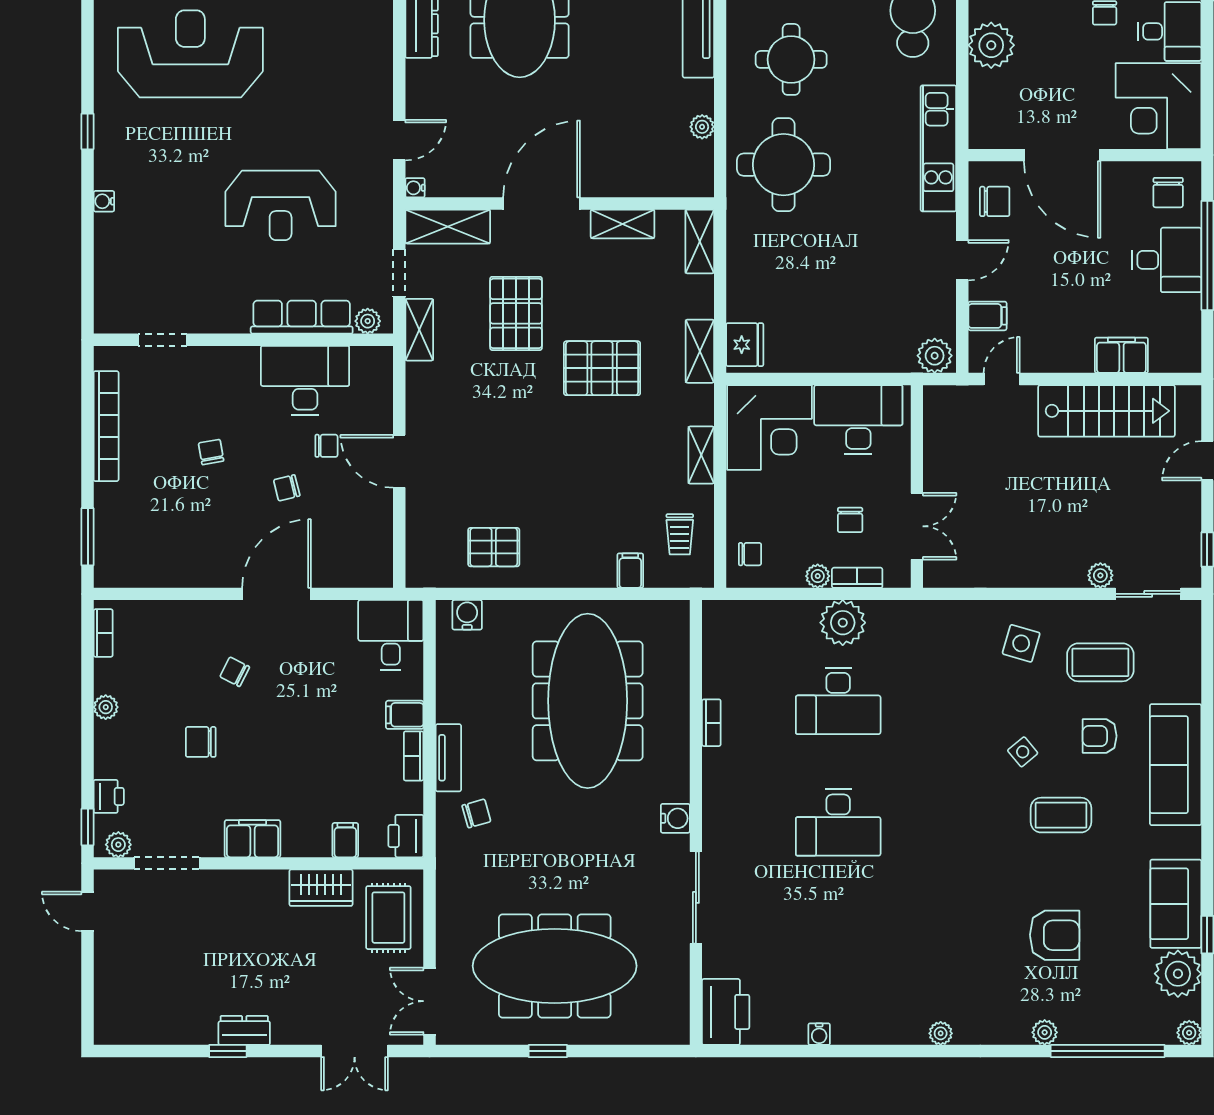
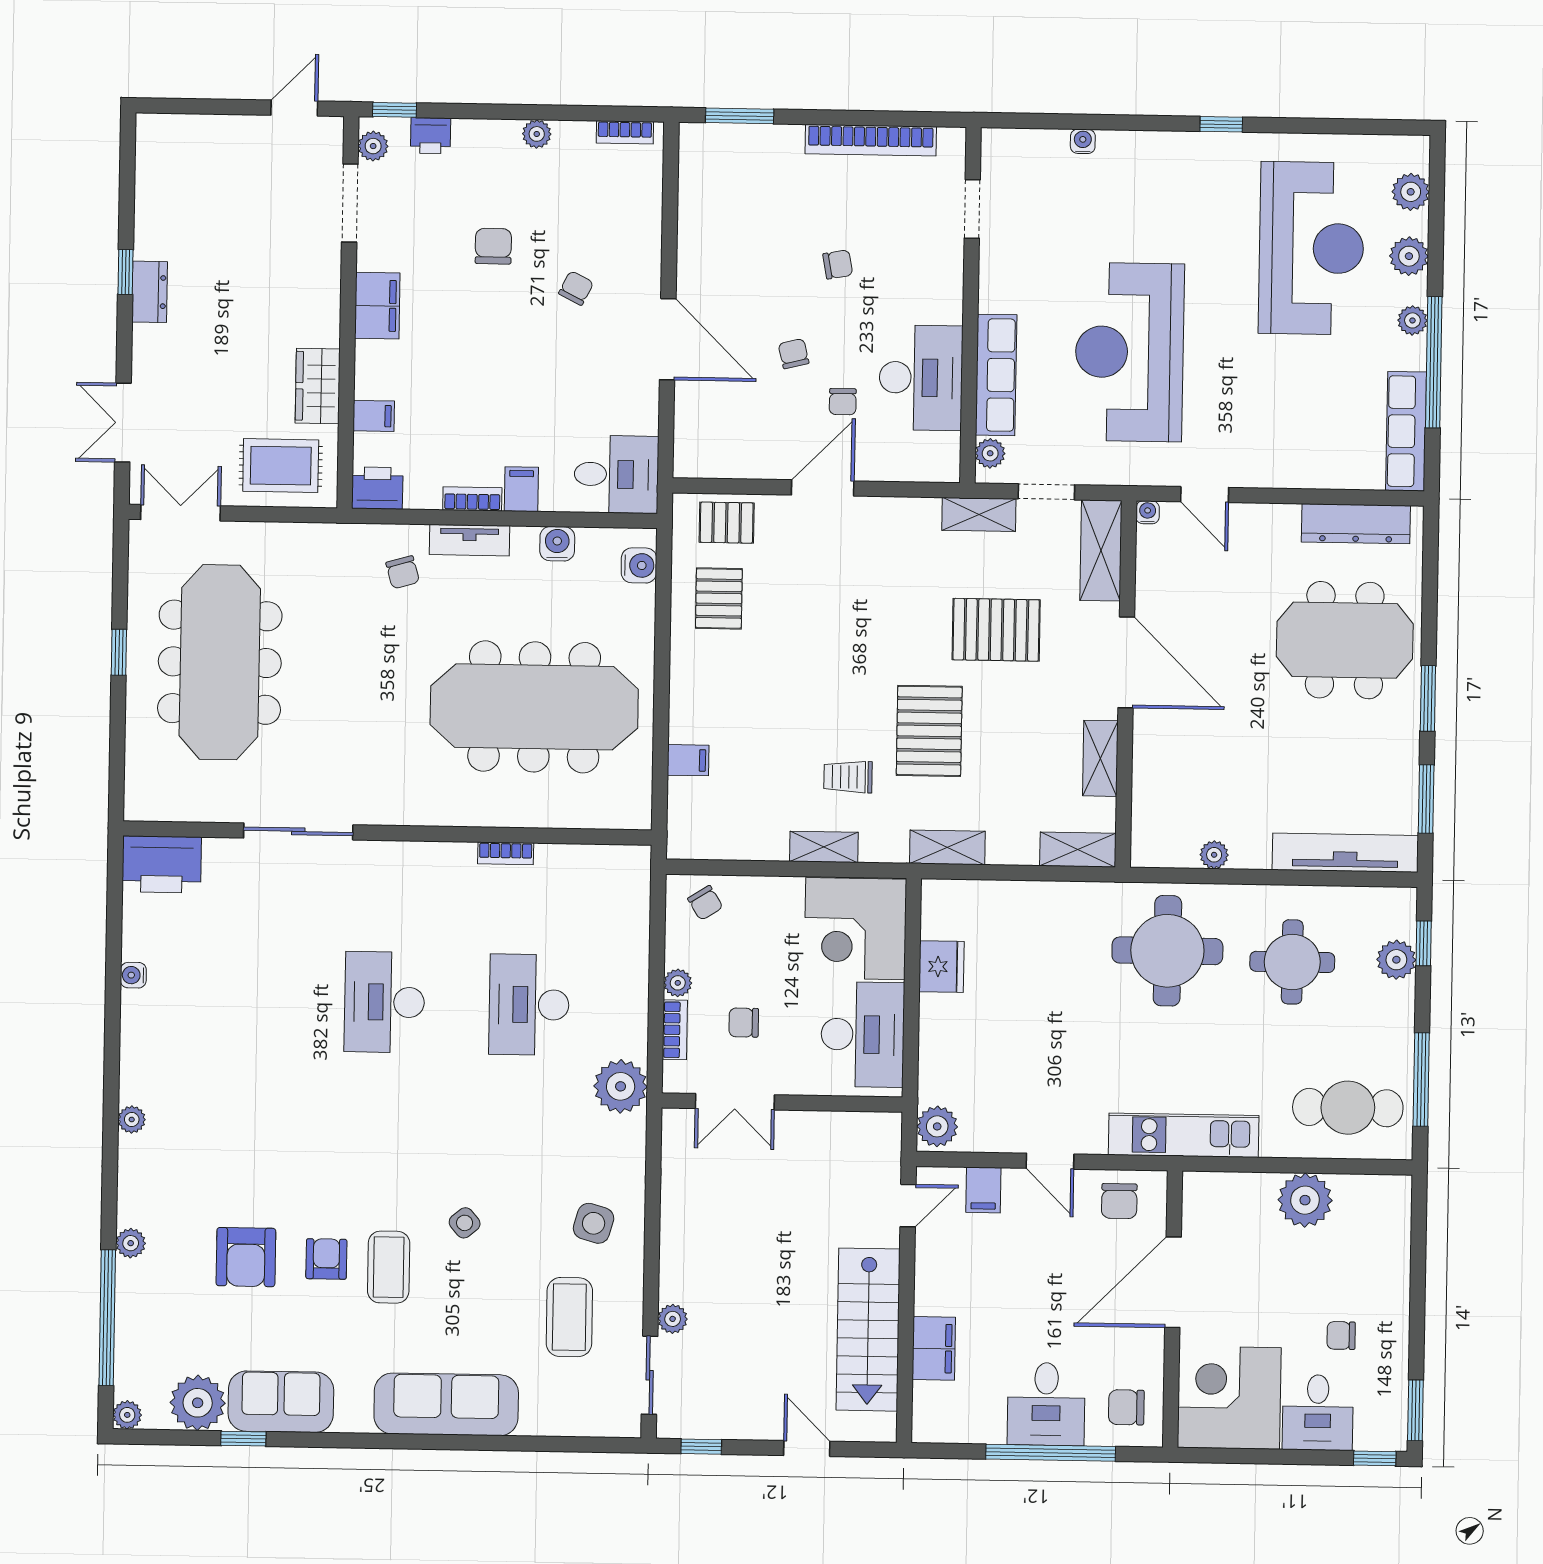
water cooler: (104, 201) -> (1083, 141), moved
reception desk: (281, 205) -> (1129, 352), width x1.36, depth x1.30
fridge: (745, 345) -> (941, 967), moved, turned -90
door: (1002, 379) -> (908, 1206), hinge flipped
trolley: (680, 534) -> (848, 777), moved
pallet: (430, 542) -> (727, 523), added
chair: (750, 554) -> (705, 903), turned -32
plant: (843, 623) -> (621, 1086), moved
armchair: (1100, 736) -> (326, 1259), moved
water cooler: (675, 818) -> (557, 544), moved, turned 180

